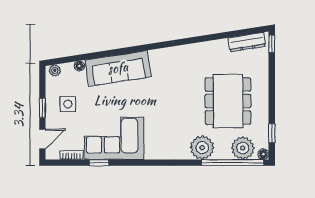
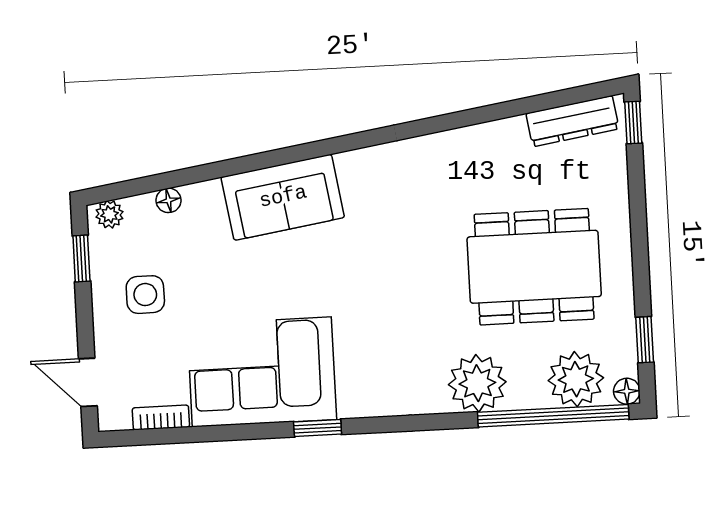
sofa: (118, 68) -> (283, 197), width x0.73
dining table: (228, 101) -> (534, 267), turned 90
window: (42, 108) -> (81, 258), moved
door: (42, 139) -> (88, 382), swing flipped
window: (99, 163) -> (318, 428), moved

